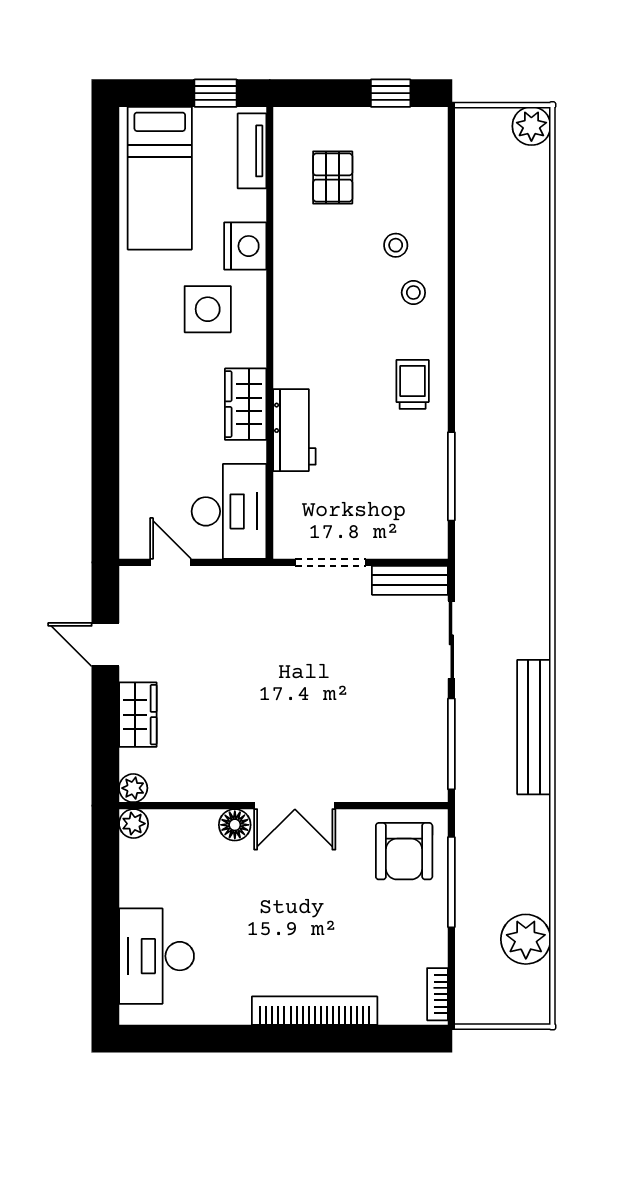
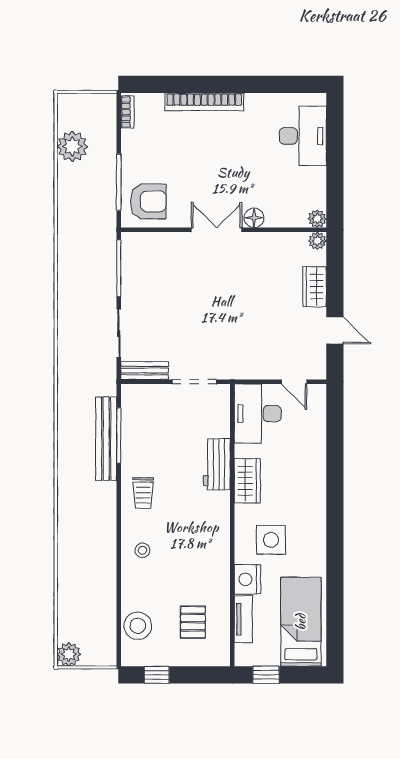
tv unit: (252, 151) -> (243, 619), moved
stool: (396, 245) -> (138, 626), moved, width x1.89, depth x1.89
bench: (534, 727) -> (106, 439), moved
armchair: (404, 851) -> (148, 201), turned 90

